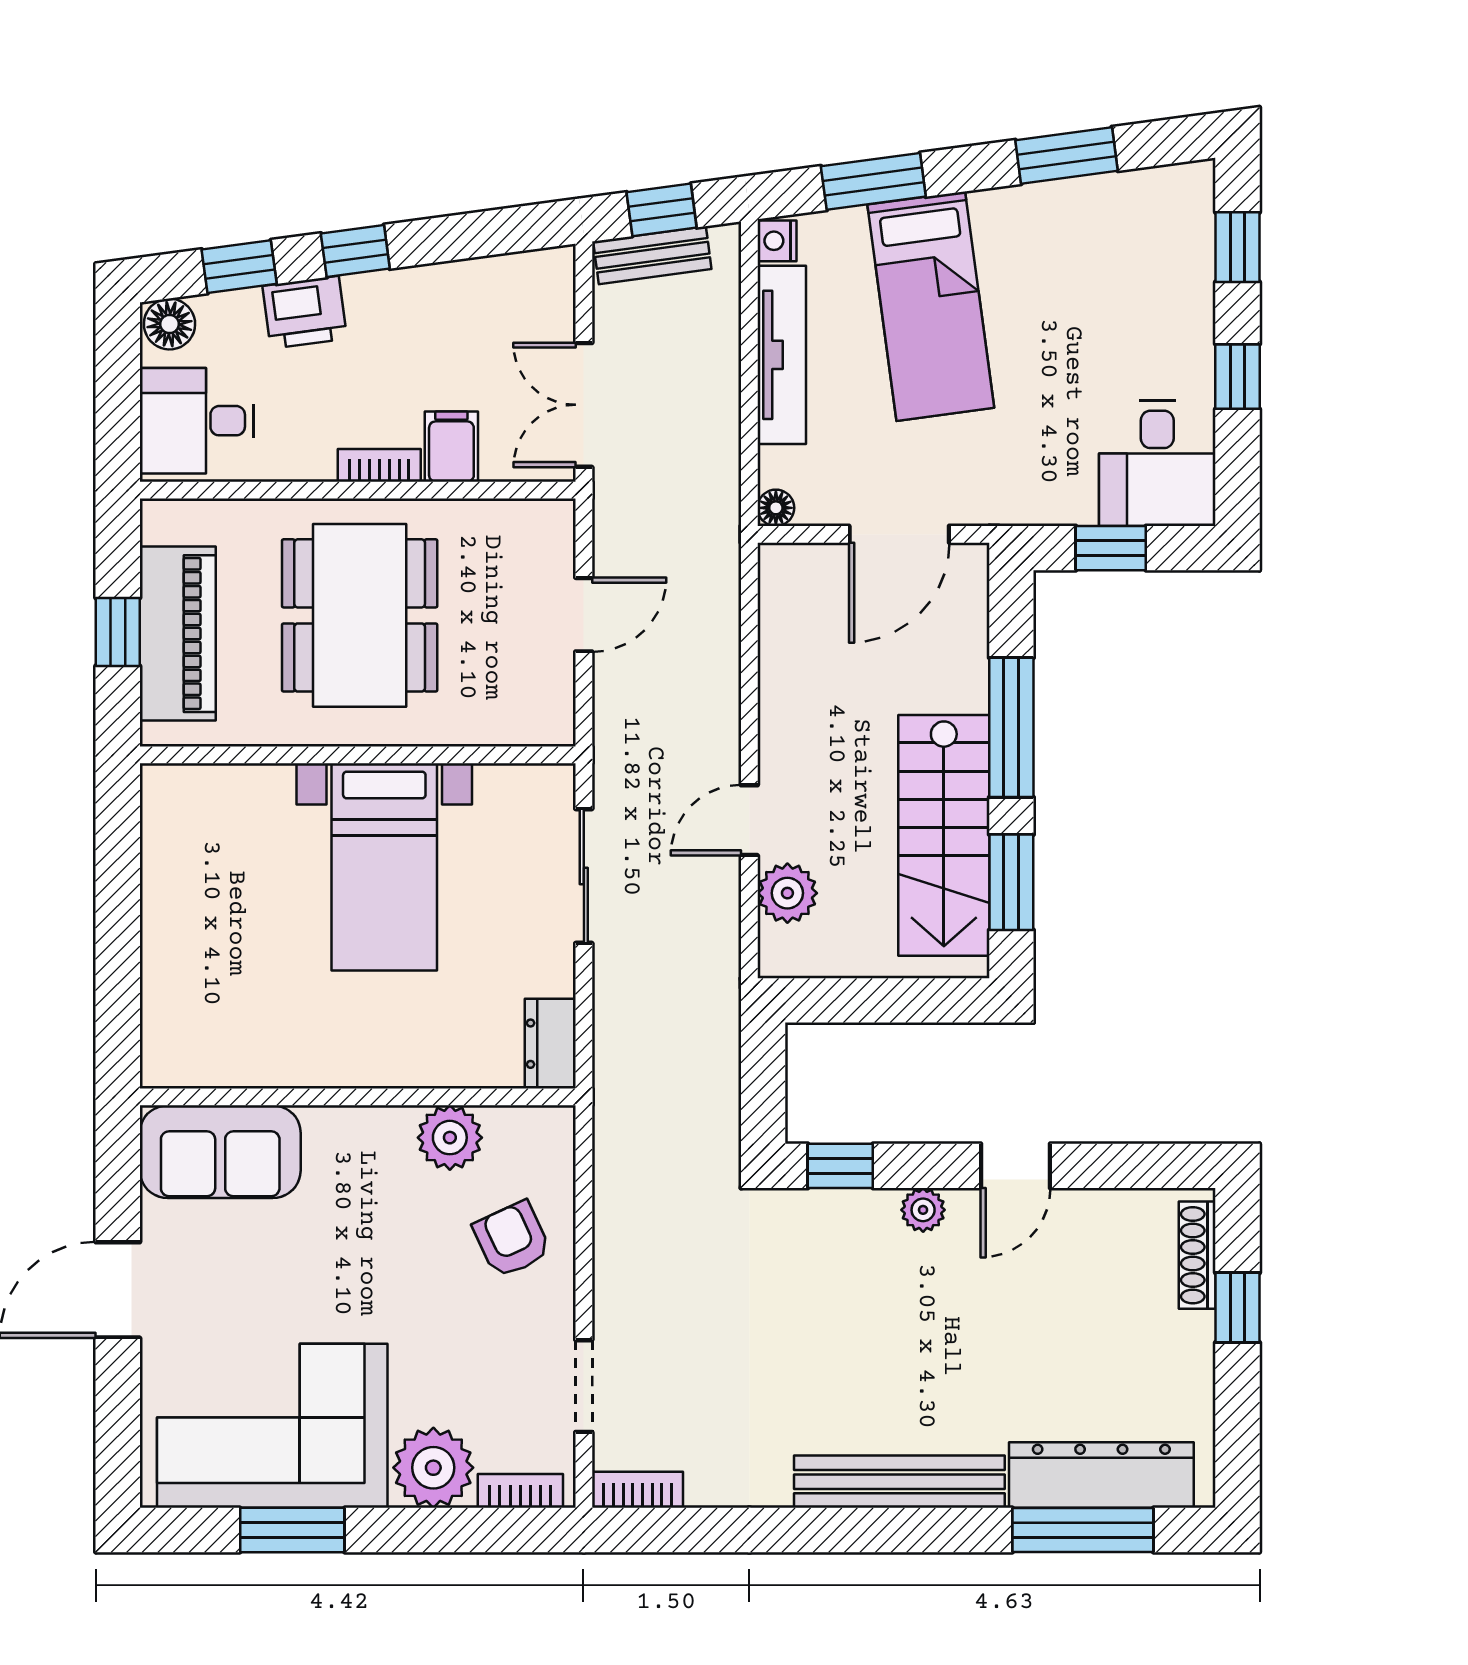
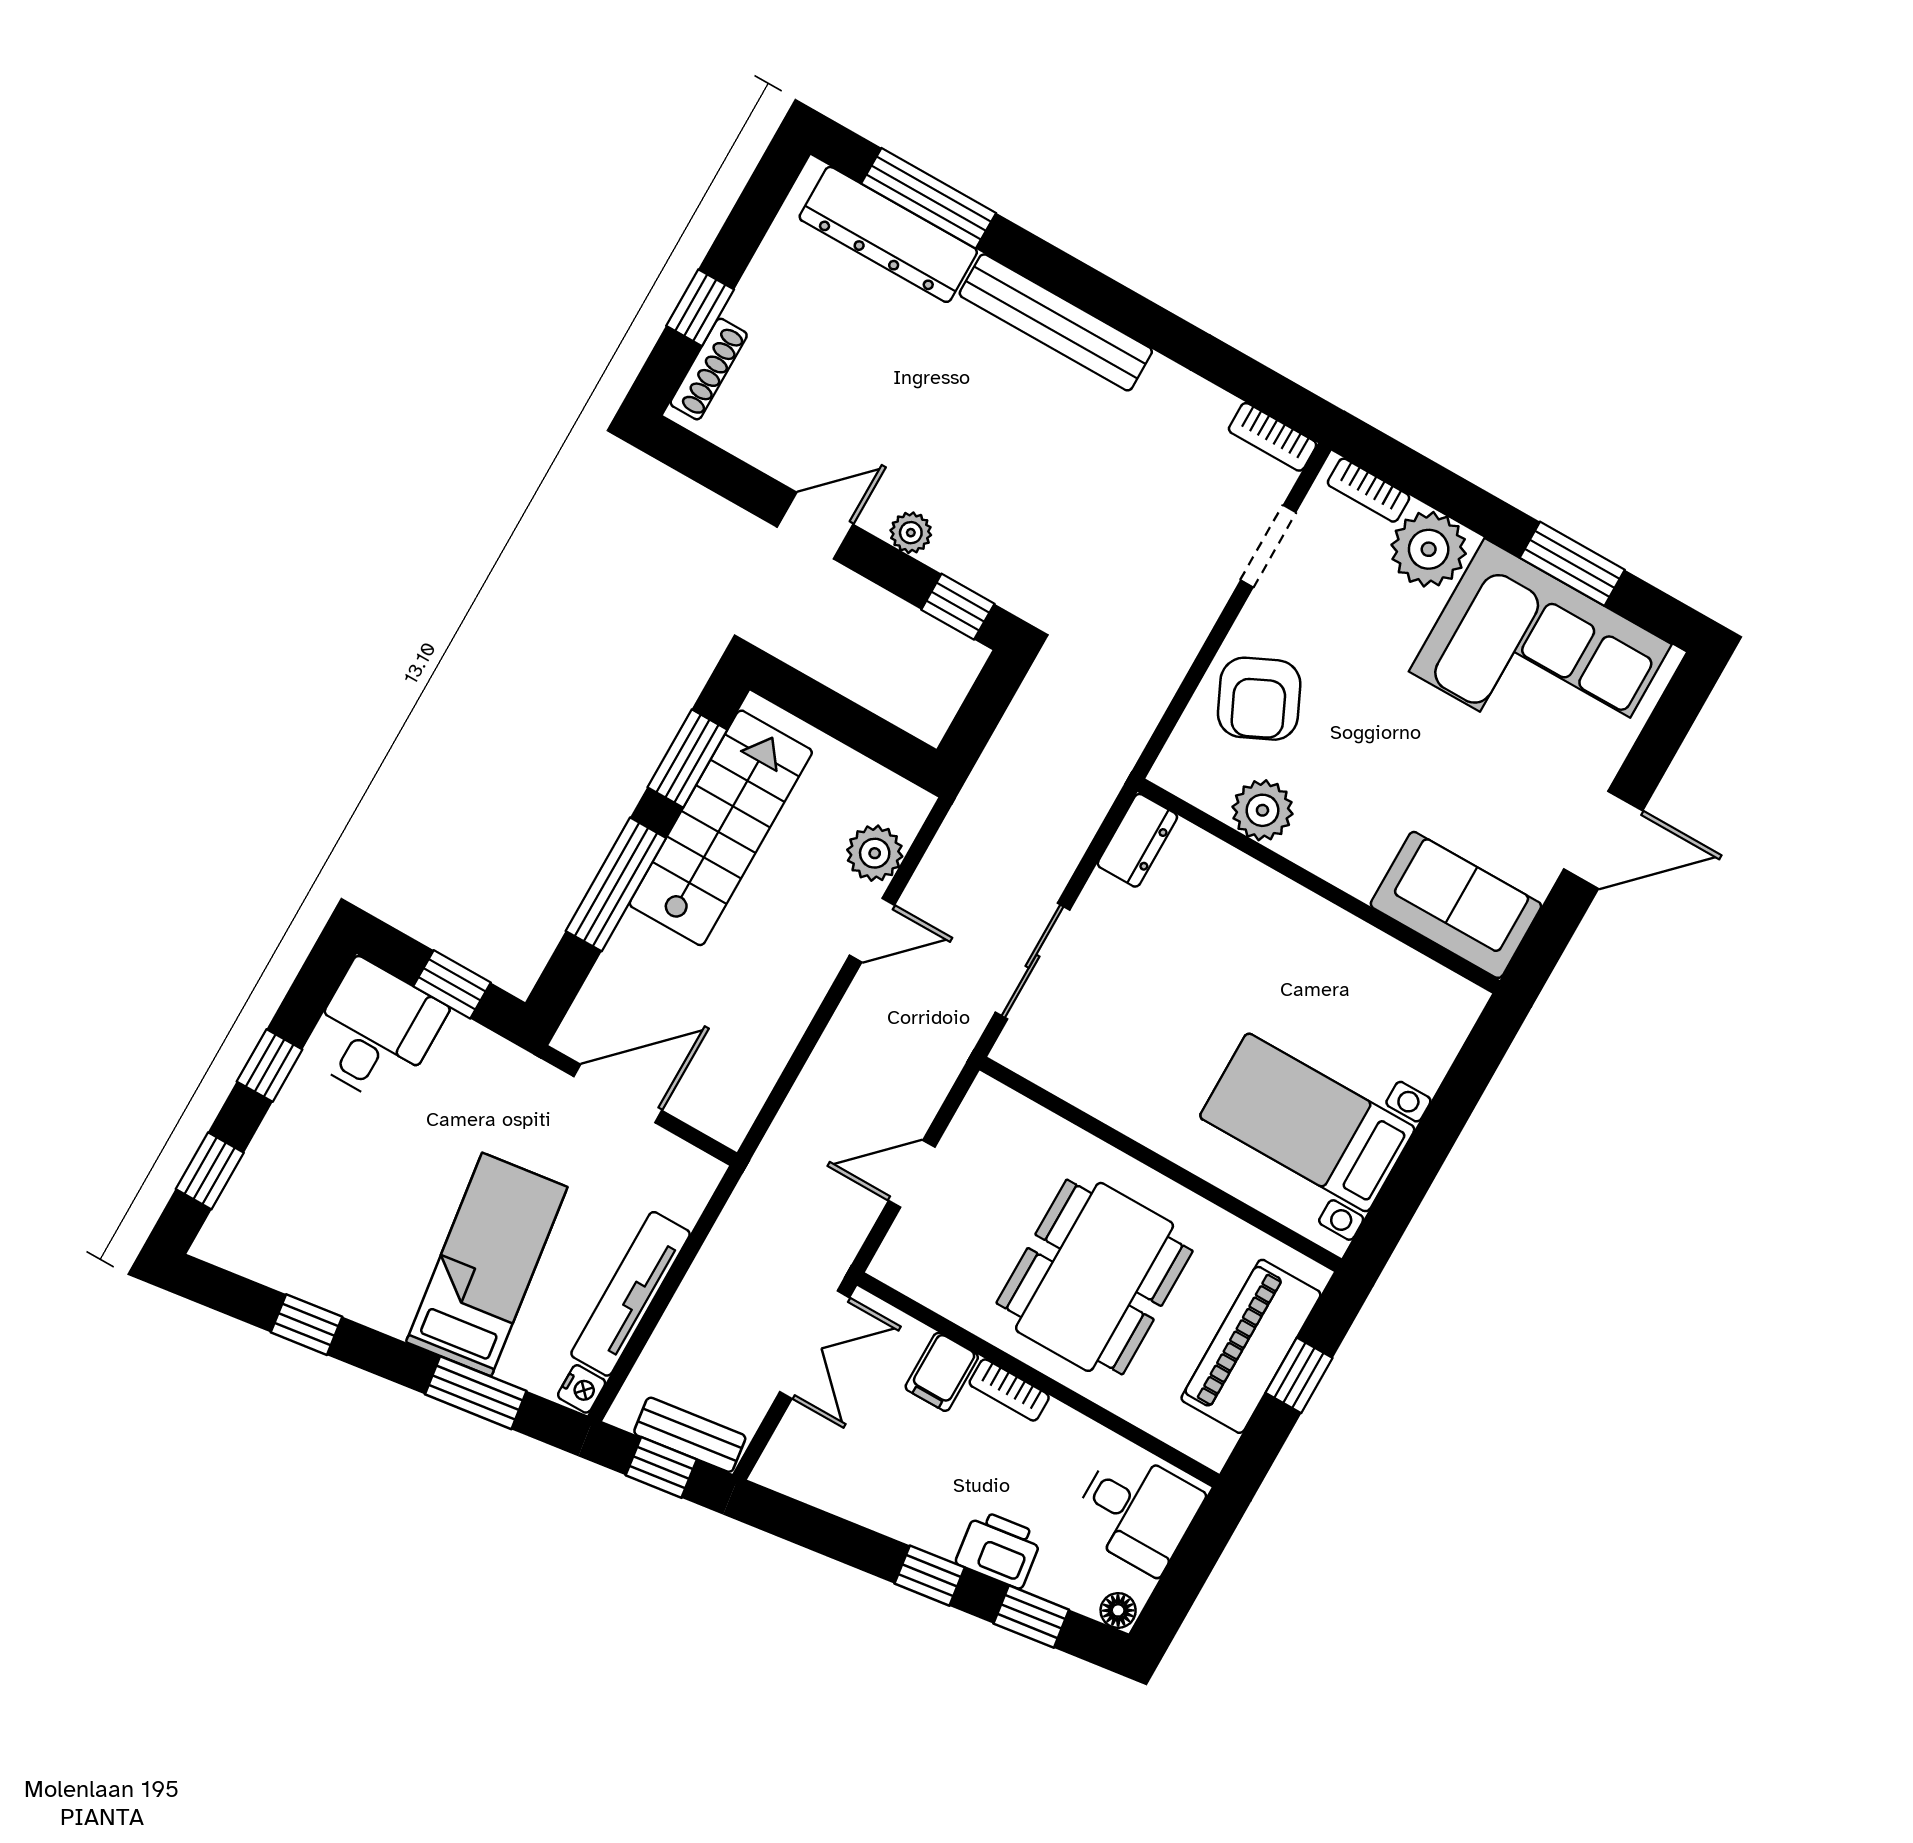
window: (1066, 155) -> (307, 1325), width x0.67
floor lamp: (170, 324) -> (1118, 1610), width x0.73, depth x0.73
floor lamp: (776, 508) -> (706, 1172), removed
bed with nightstands: (384, 867) -> (1307, 1122), moved, turned -90
armchair: (512, 1239) -> (1259, 699), width x1.38, depth x1.38

